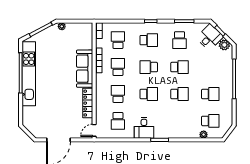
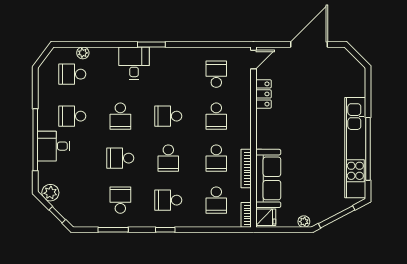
fridge: (86, 29) -> (266, 217), added
desk: (210, 37) -> (54, 146), moved, turned 45
school desk: (149, 67) -> (168, 158), turned 90
sofa: (85, 69) -> (268, 178), moved
school desk: (180, 94) -> (120, 116), turned -90
locker: (88, 103) -> (263, 94), width x0.66
desk: (144, 128) -> (134, 63), moved

